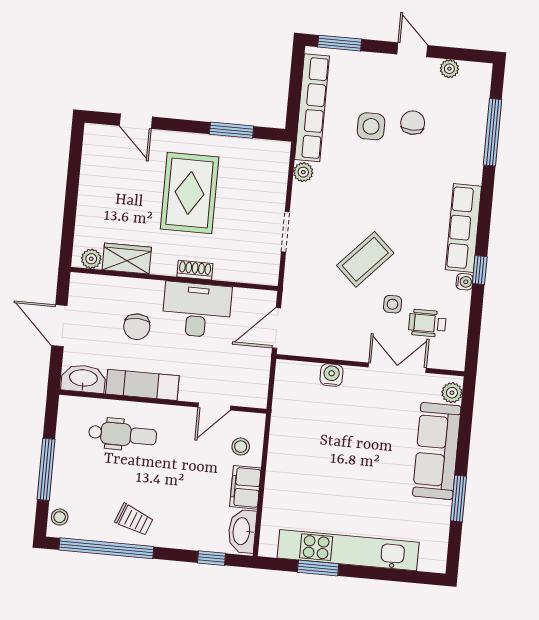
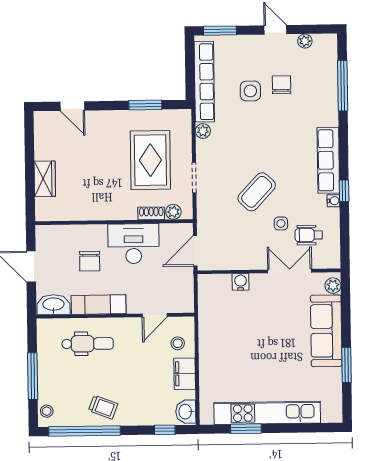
rug: (190, 193) -> (150, 160), moved
plant: (91, 259) -> (173, 212), moved
wardrobe: (127, 259) -> (45, 179), moved, turned 90
shoe rack: (195, 270) -> (151, 213), moved
washbasin: (242, 531) -> (186, 412), width x0.72

